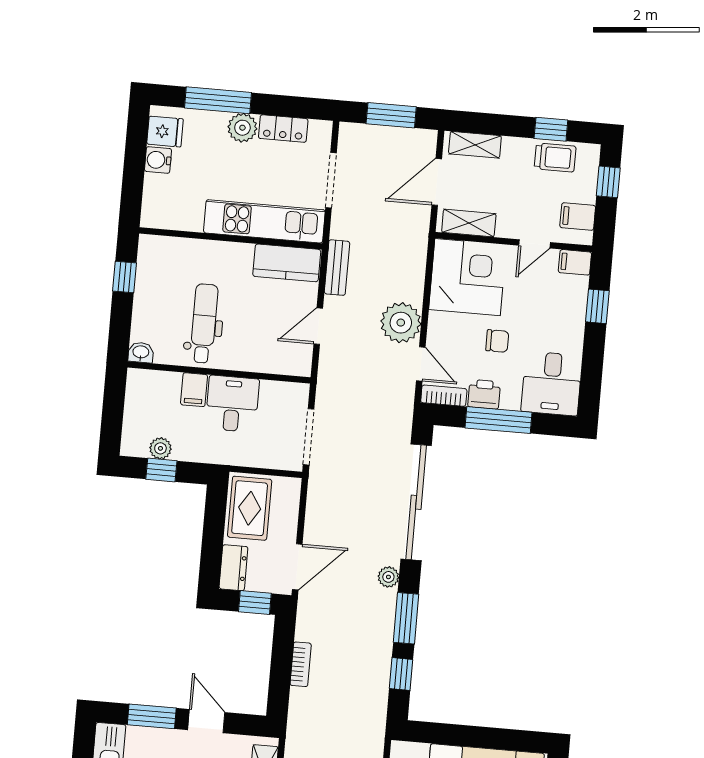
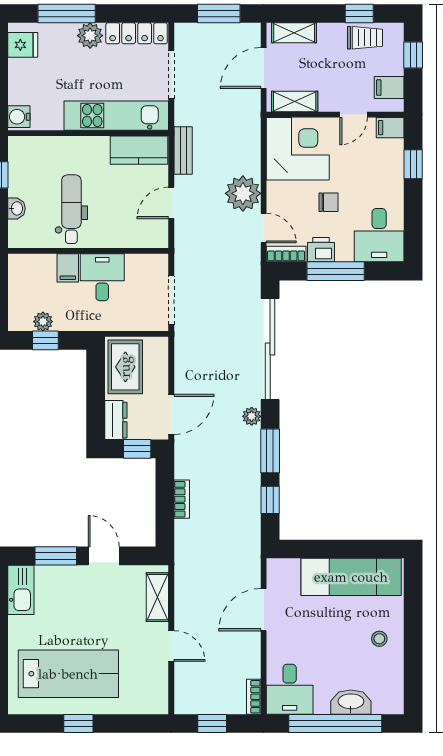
locker: (283, 129) -> (137, 33), width x1.53
water cooler: (158, 160) -> (19, 117), moved
washbasin: (141, 352) -> (16, 208), moved, turned 90

